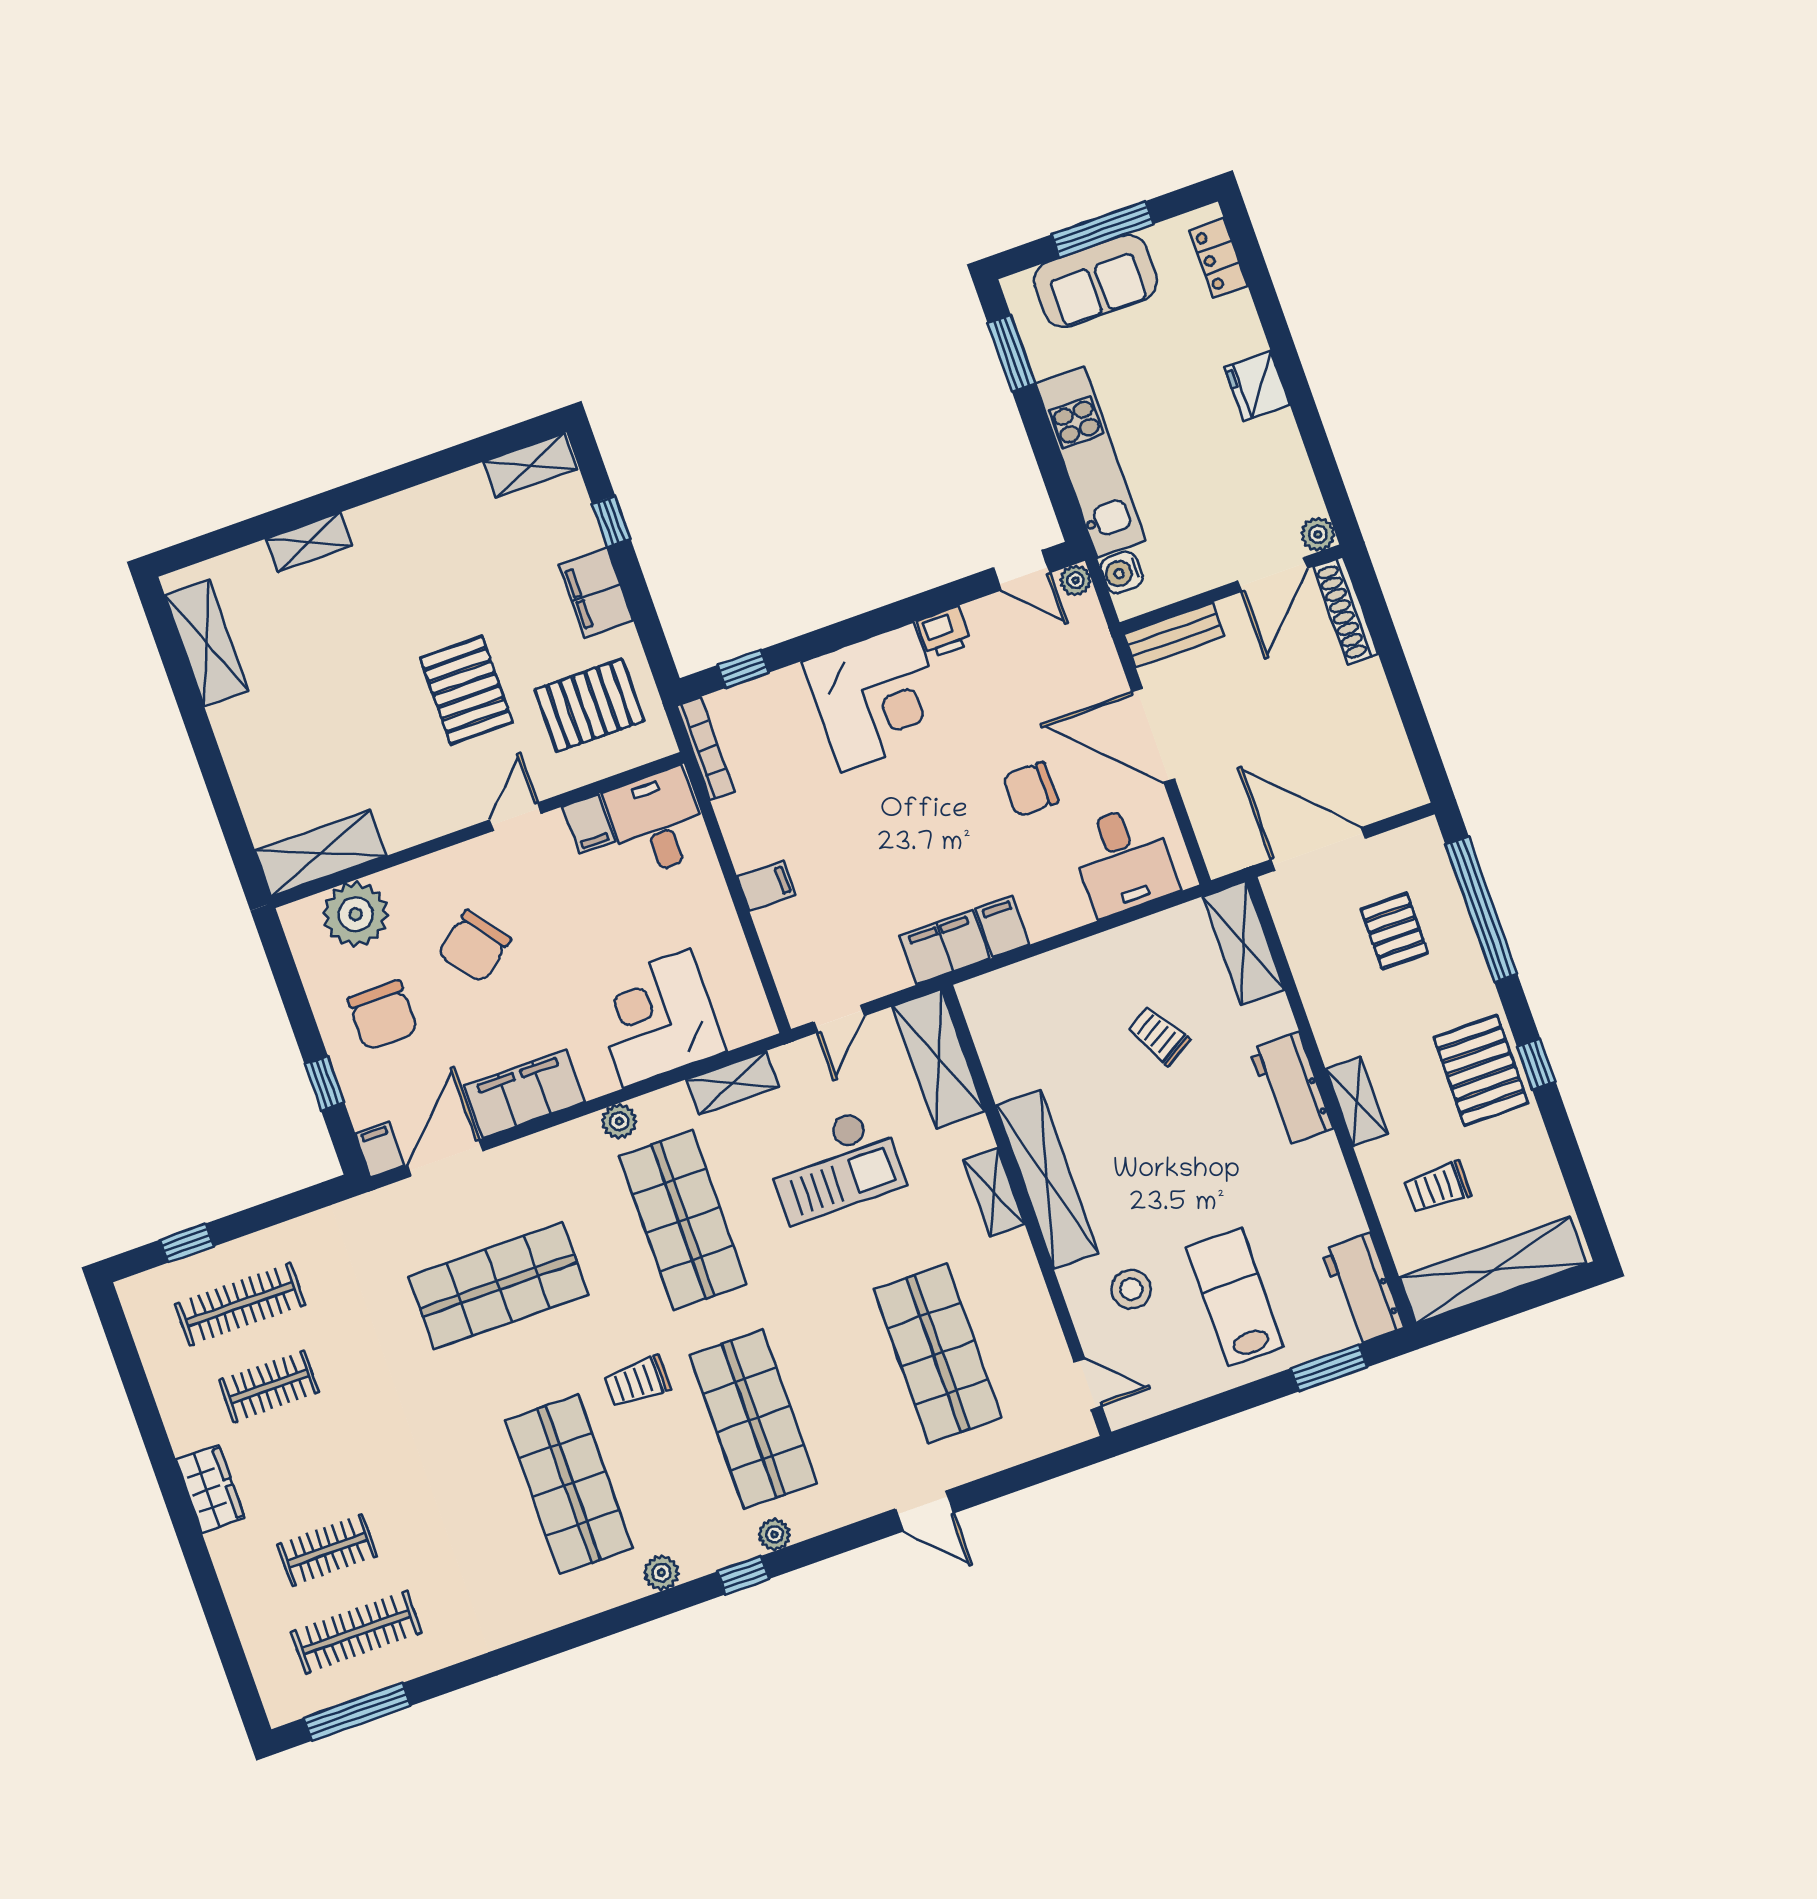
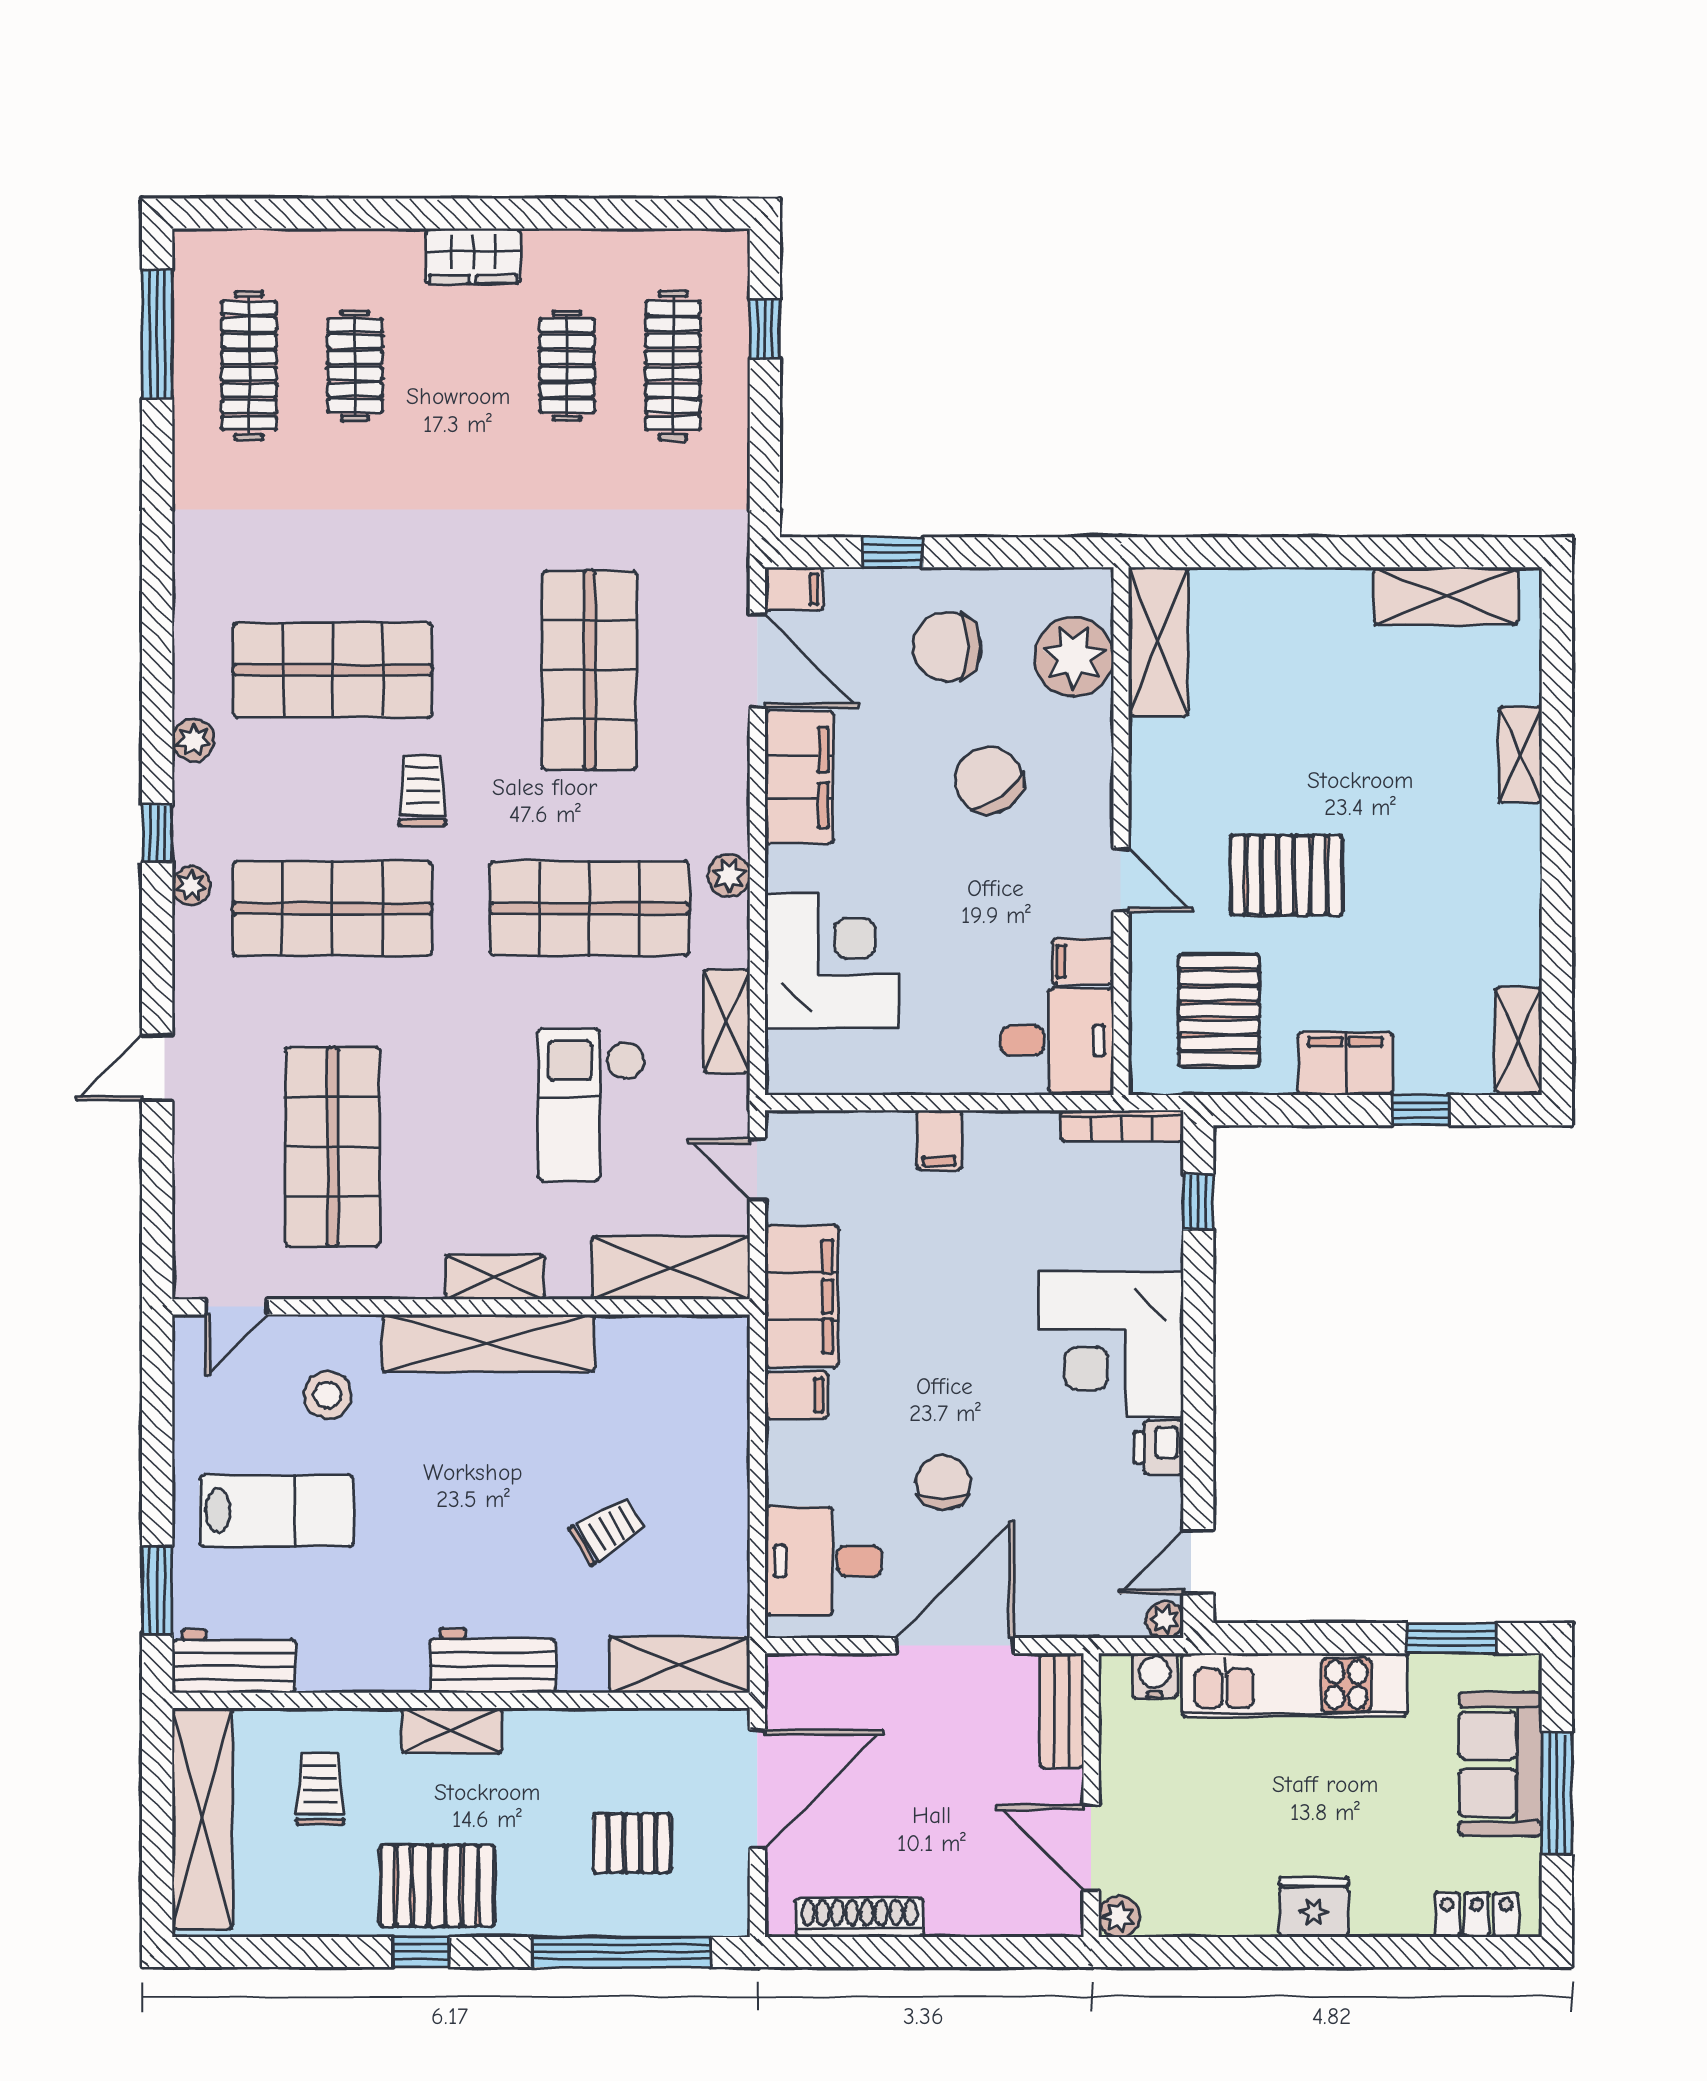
shoe rack: (1346, 611) -> (859, 1917), moved
filing cabinet: (945, 947) -> (802, 1296), width x1.50, depth x1.17
shop shelf: (938, 1354) -> (333, 1147), turned 90

